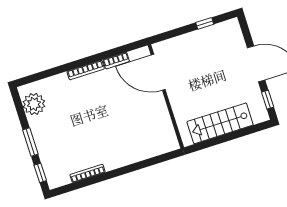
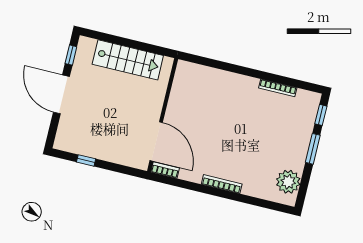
bookcase: (116, 61) -> (165, 170), moved

